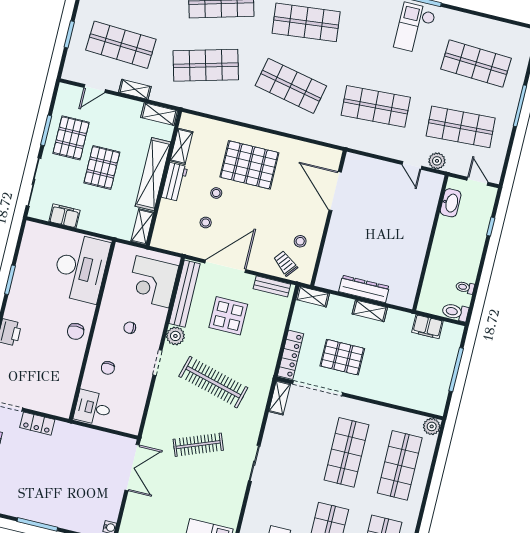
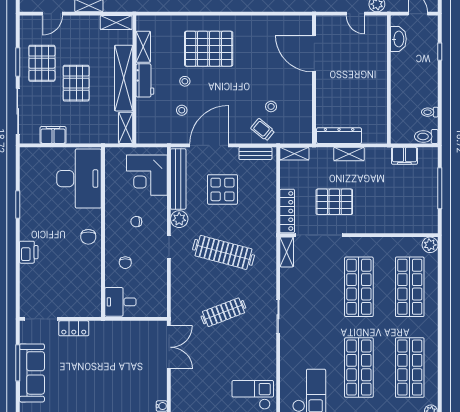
door: (335, 191) -> (314, 54), moved
wall: (328, 218) -> (314, 80), moved

